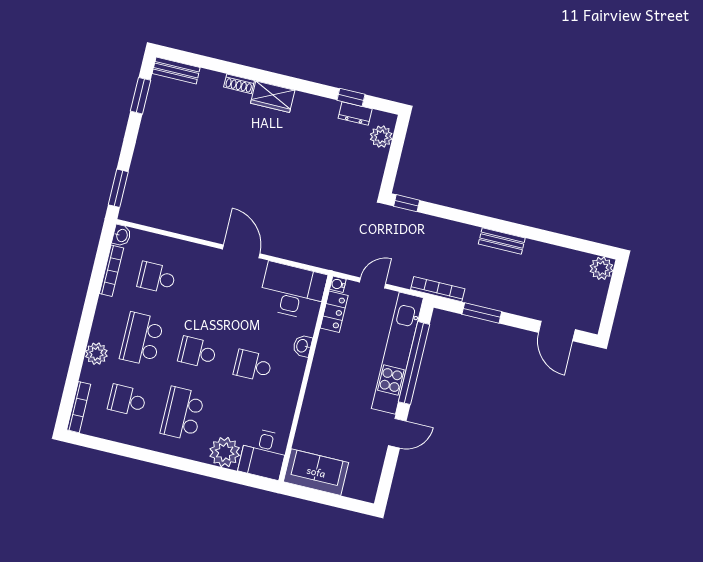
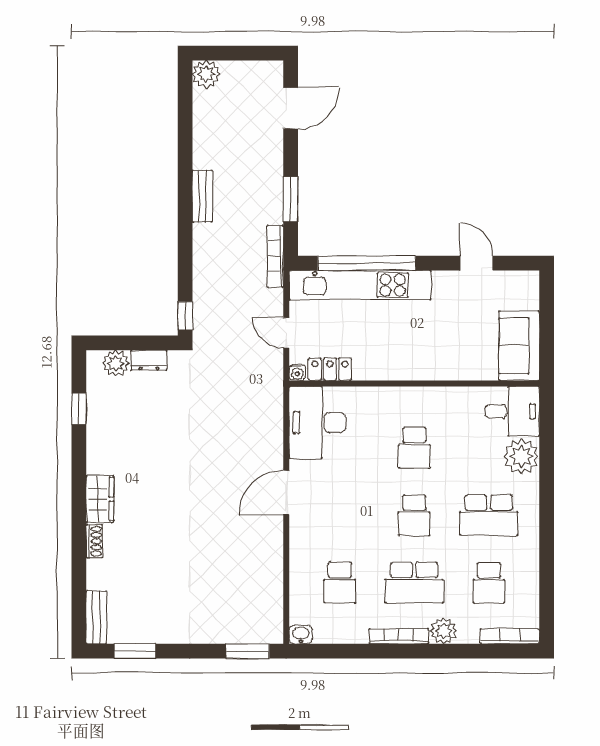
dresser: (355, 113) -> (149, 360), moved, turned 90
bookcase: (111, 271) -> (399, 636), moved
washbasin: (302, 346) -> (378, 396), removed
door: (397, 433) -> (477, 263), moved

